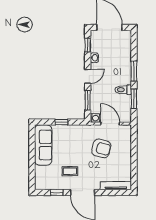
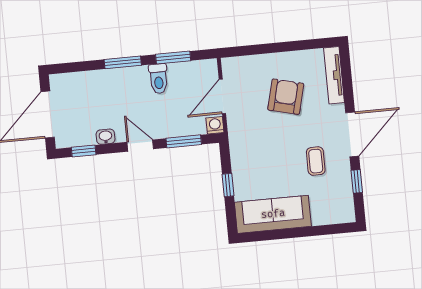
armchair: (101, 148) -> (286, 97), moved

